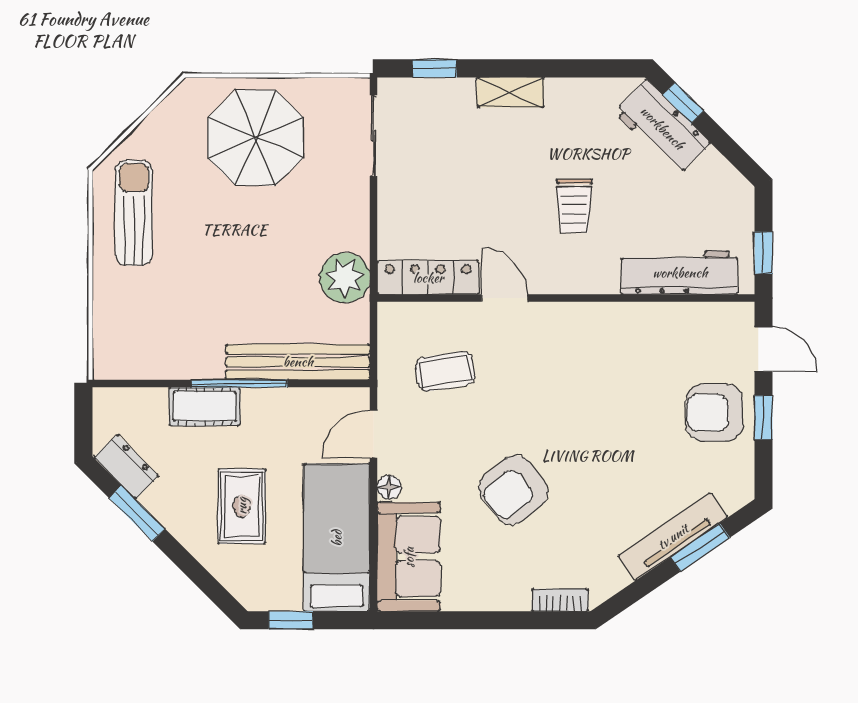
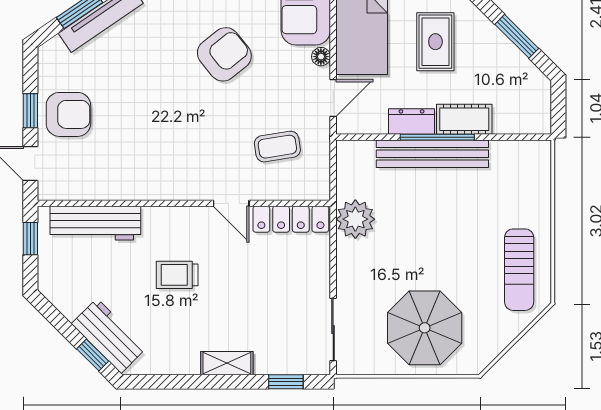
trolley: (574, 206) -> (177, 275), turned -90
bench: (298, 362) -> (432, 154), moved
dresser: (126, 467) -> (412, 121), moved, turned 135

